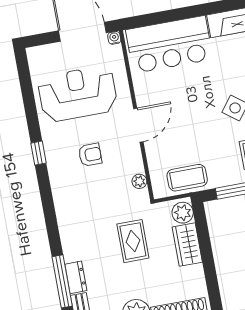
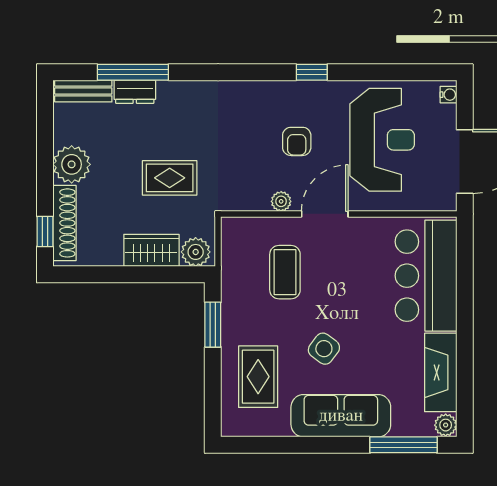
water cooler: (114, 38) -> (448, 95), moved
door: (138, 125) -> (325, 214), swing flipped
coffee table: (187, 178) -> (285, 272), moved
plant: (139, 181) -> (281, 201), moved

